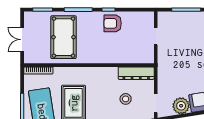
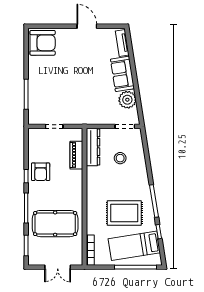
piano: (129, 57) -> (76, 155), added

